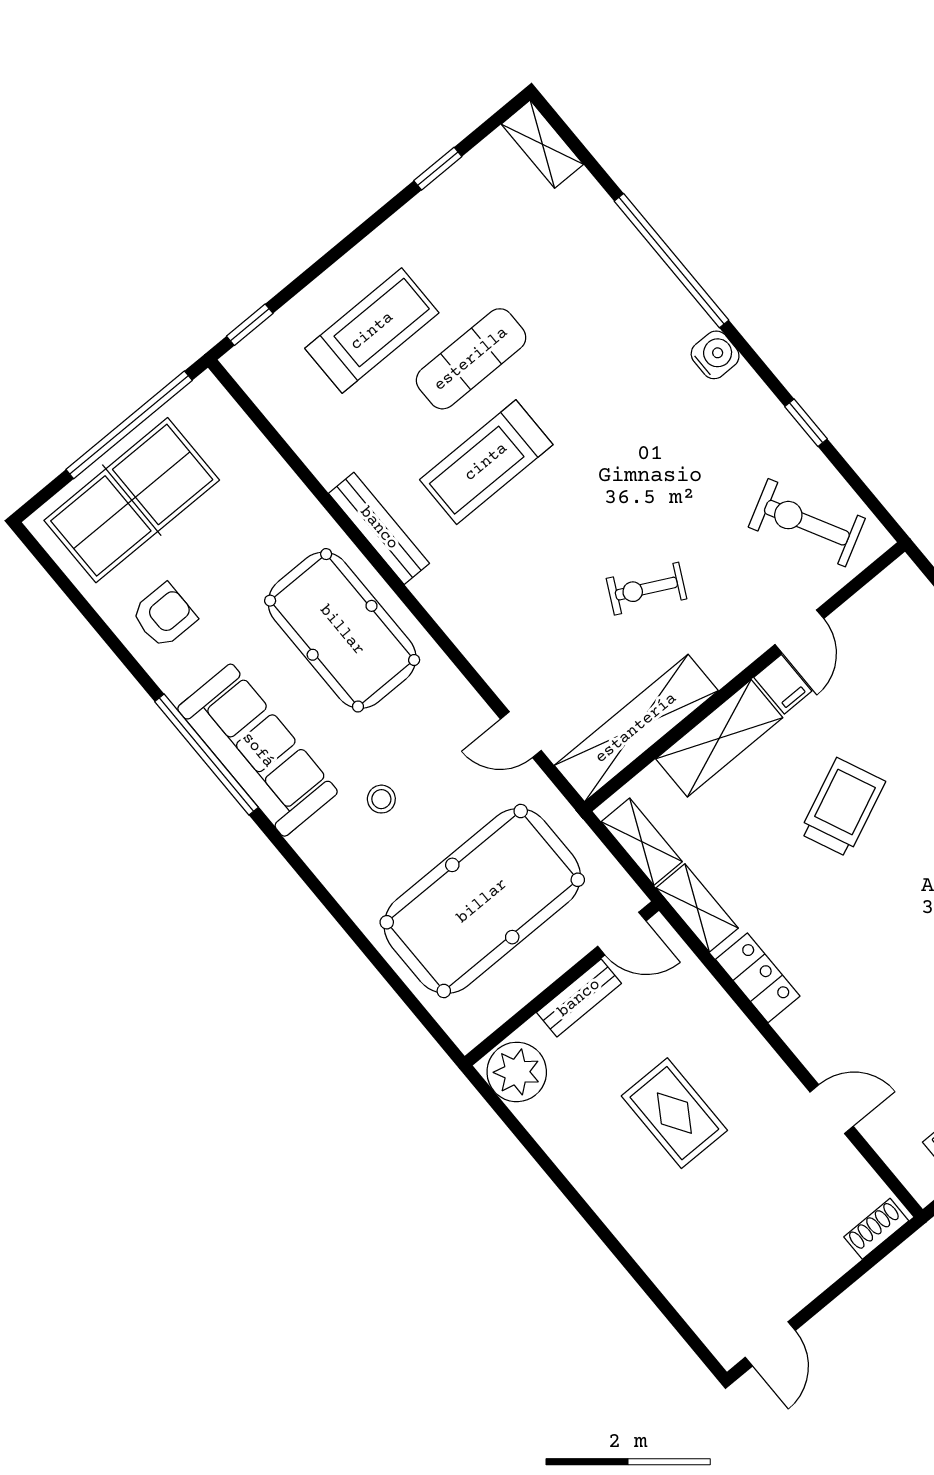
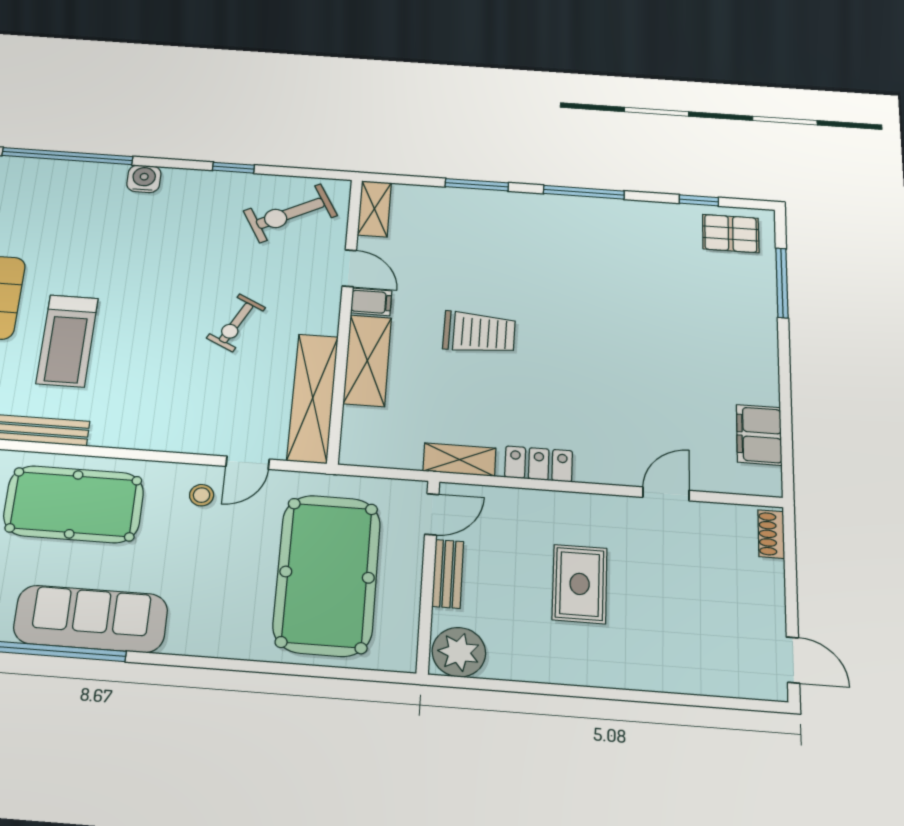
stool: (381, 799) -> (202, 495), moved
trolley: (842, 807) -> (479, 333), turned 115
shelving: (642, 842) -> (374, 209), moved, turned 90
rug: (674, 1113) -> (580, 584), turned 90

